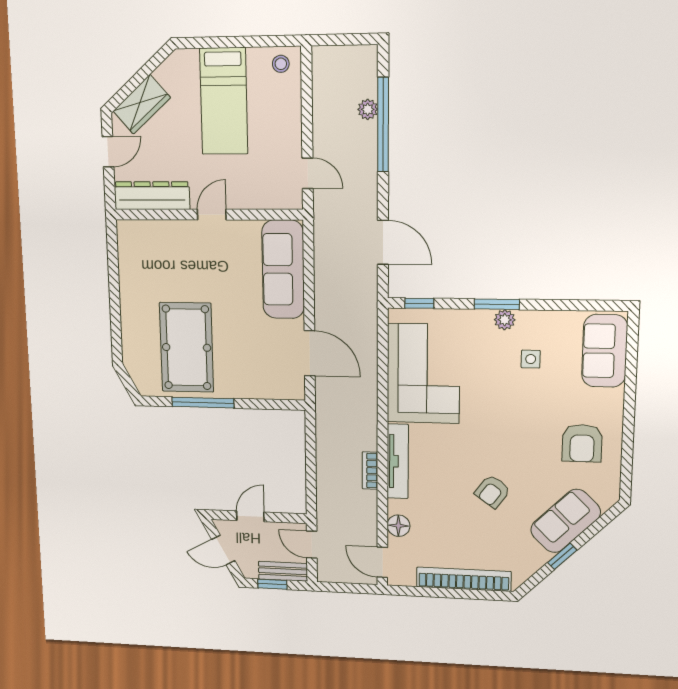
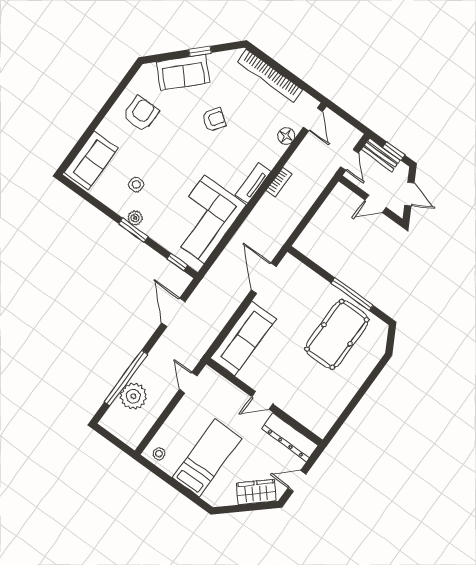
plant: (368, 109) -> (133, 396), width x1.87, depth x1.87
tv unit: (398, 461) -> (253, 183), width x0.71

